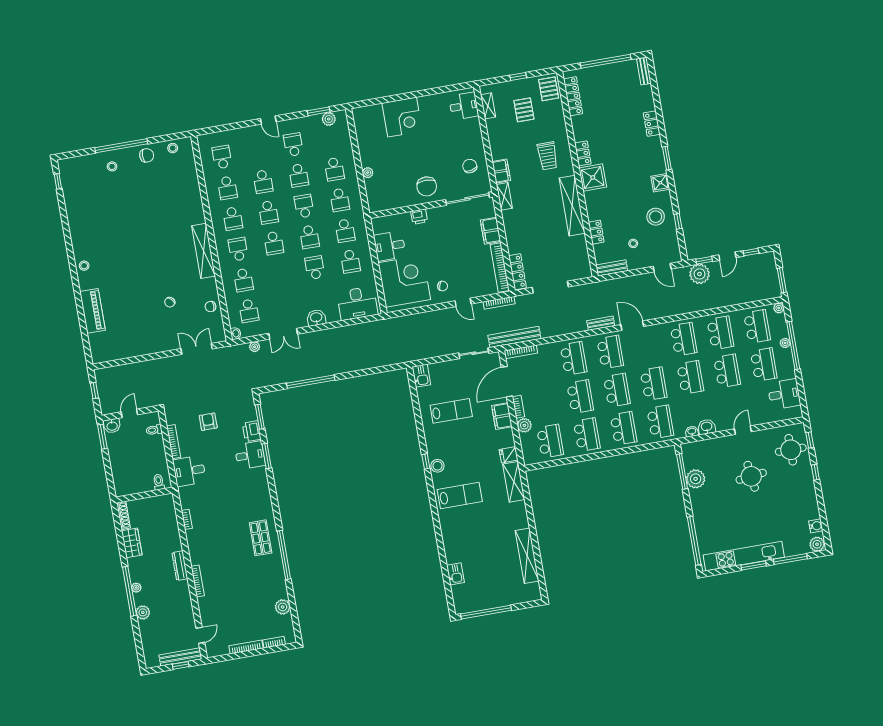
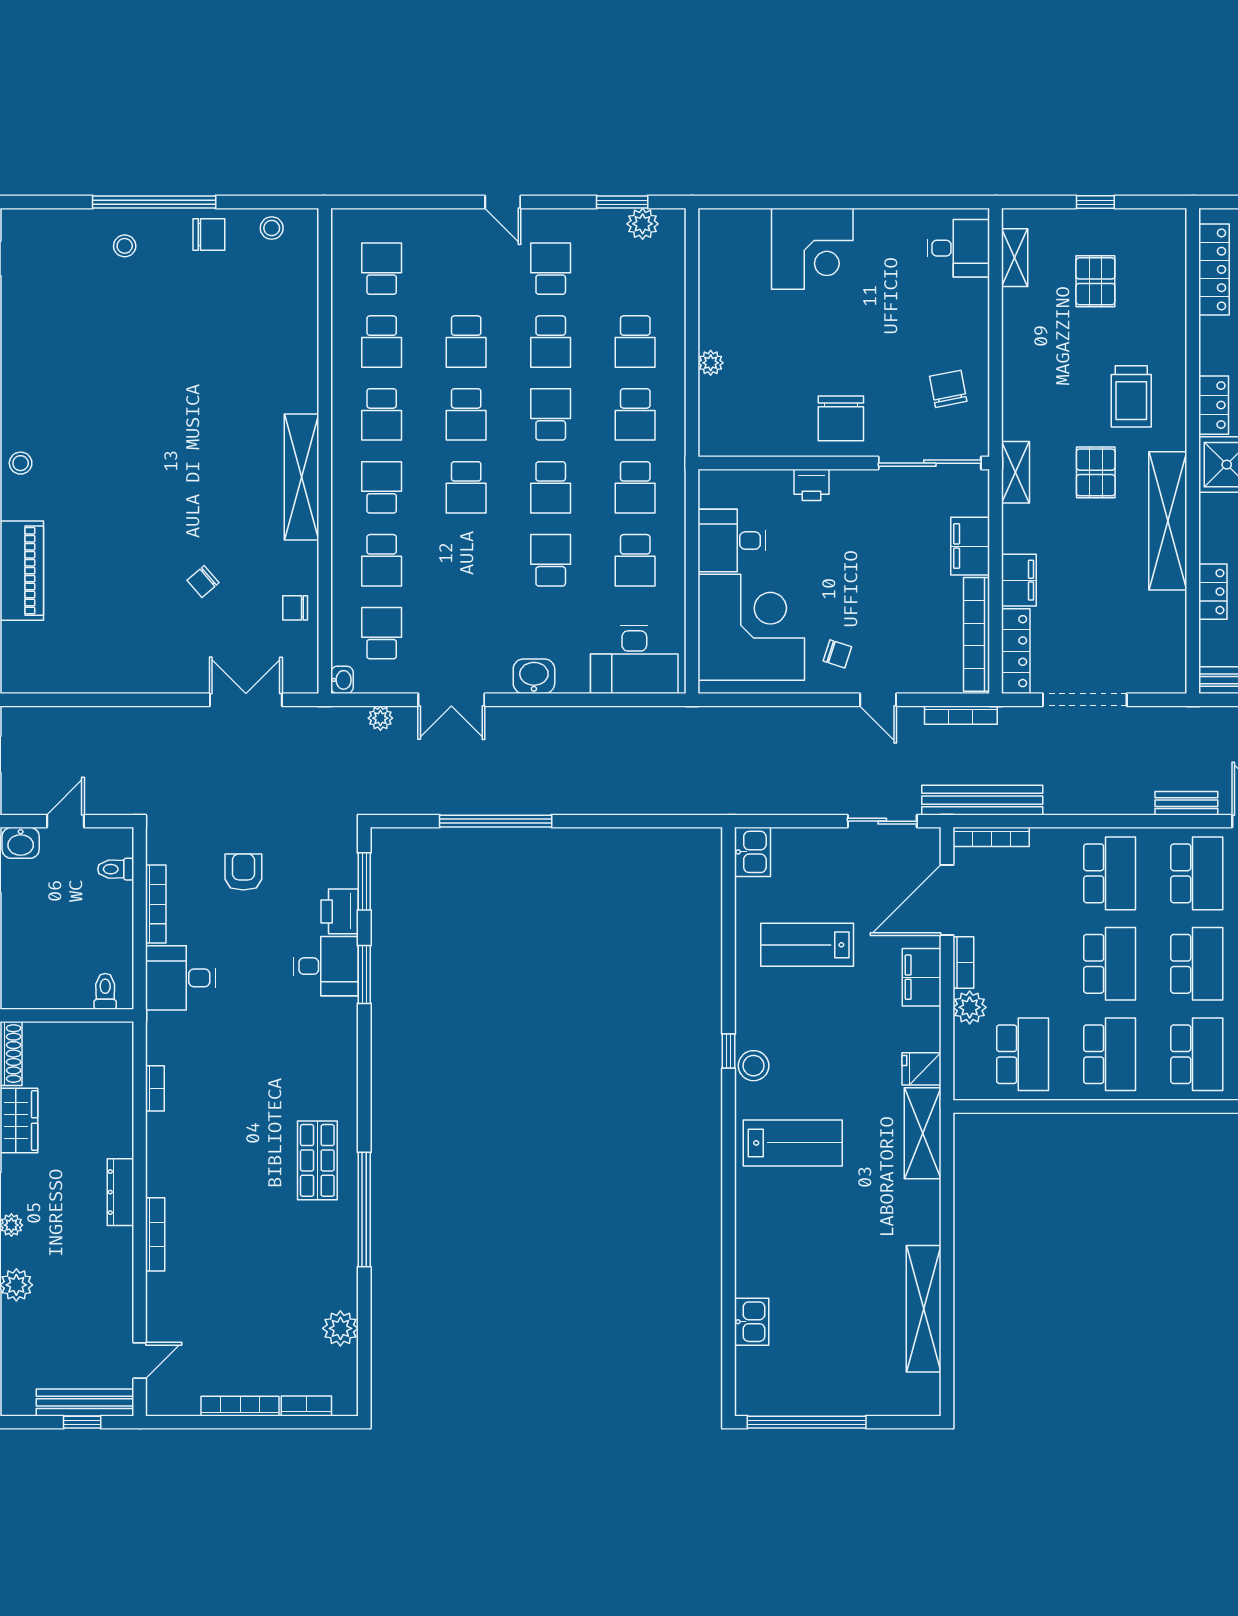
pallet: (549, 89) -> (1096, 472), moved
filing cabinet: (501, 171) -> (1019, 580), moved
school desk: (249, 311) -> (382, 633), turned 180
lab bench: (451, 411) -> (807, 945), turned 180

